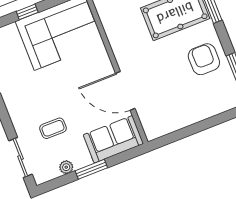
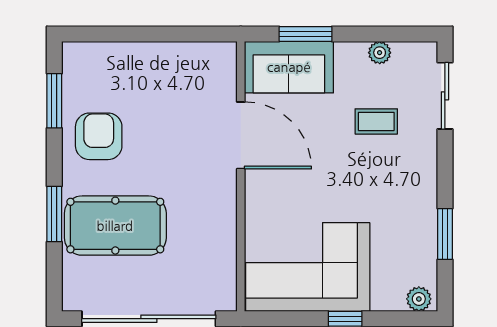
armchair: (204, 59) -> (99, 136), turned 180
window: (91, 169) -> (306, 34), moved

